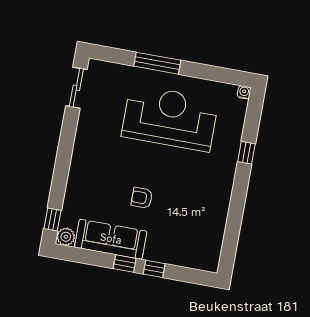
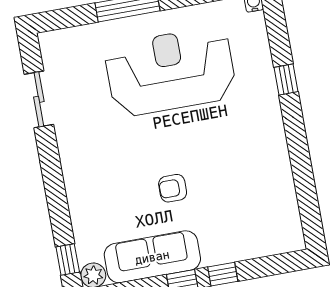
sliding door: (76, 88) -> (39, 99), moved

